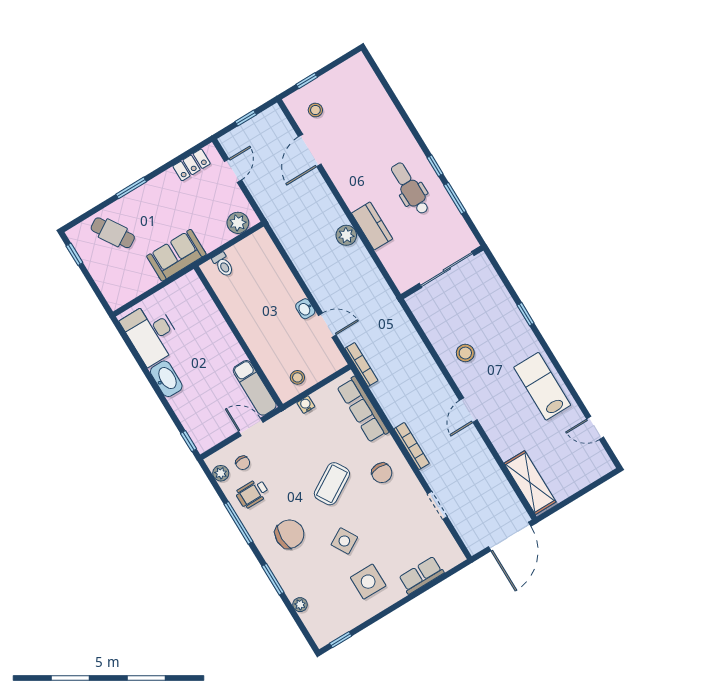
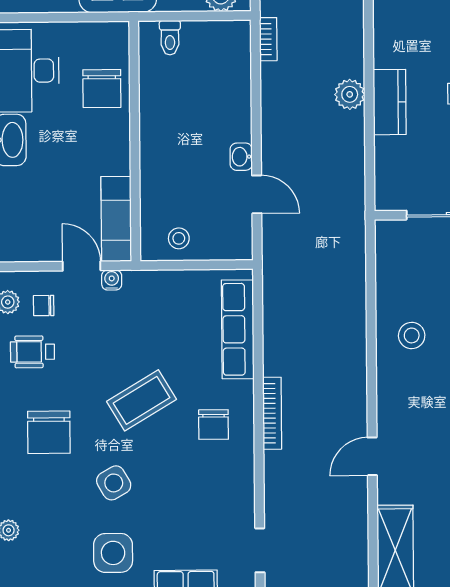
chair: (201, 318) -> (102, 89), added
bookcase: (361, 365) -> (268, 39), moved, width x0.64
water cooler: (306, 405) -> (112, 280), moved
door: (468, 410) -> (372, 456), moved
chair: (243, 463) -> (44, 306), turned 90
doorway: (437, 505) -> (260, 550), moved
chair: (289, 534) -> (49, 432), turned 90

